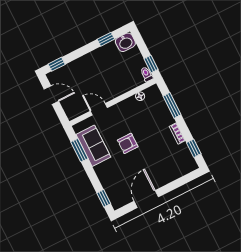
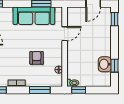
washbasin: (125, 42) -> (105, 64), moved
armchair: (128, 143) -> (37, 58), moved
sofa: (93, 146) -> (34, 16), width x1.36

